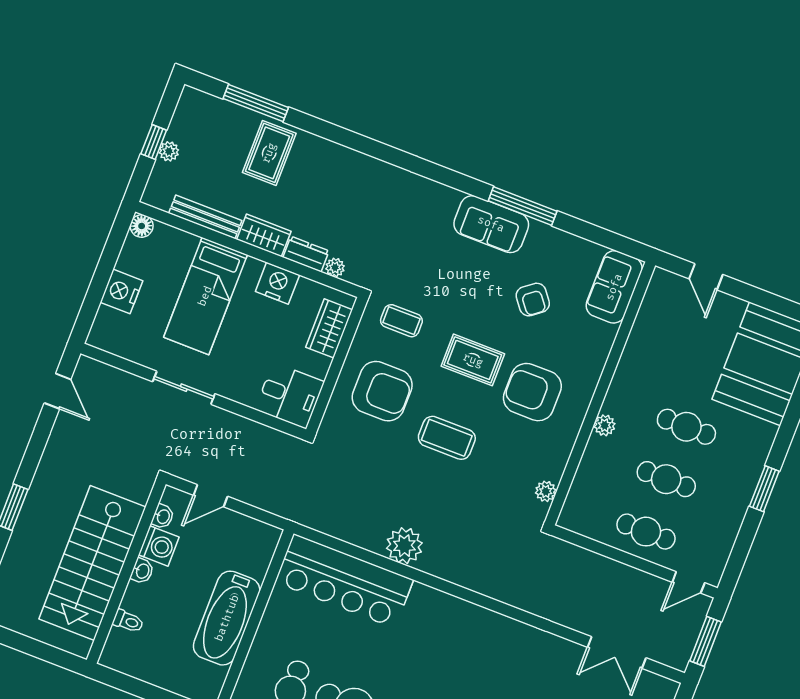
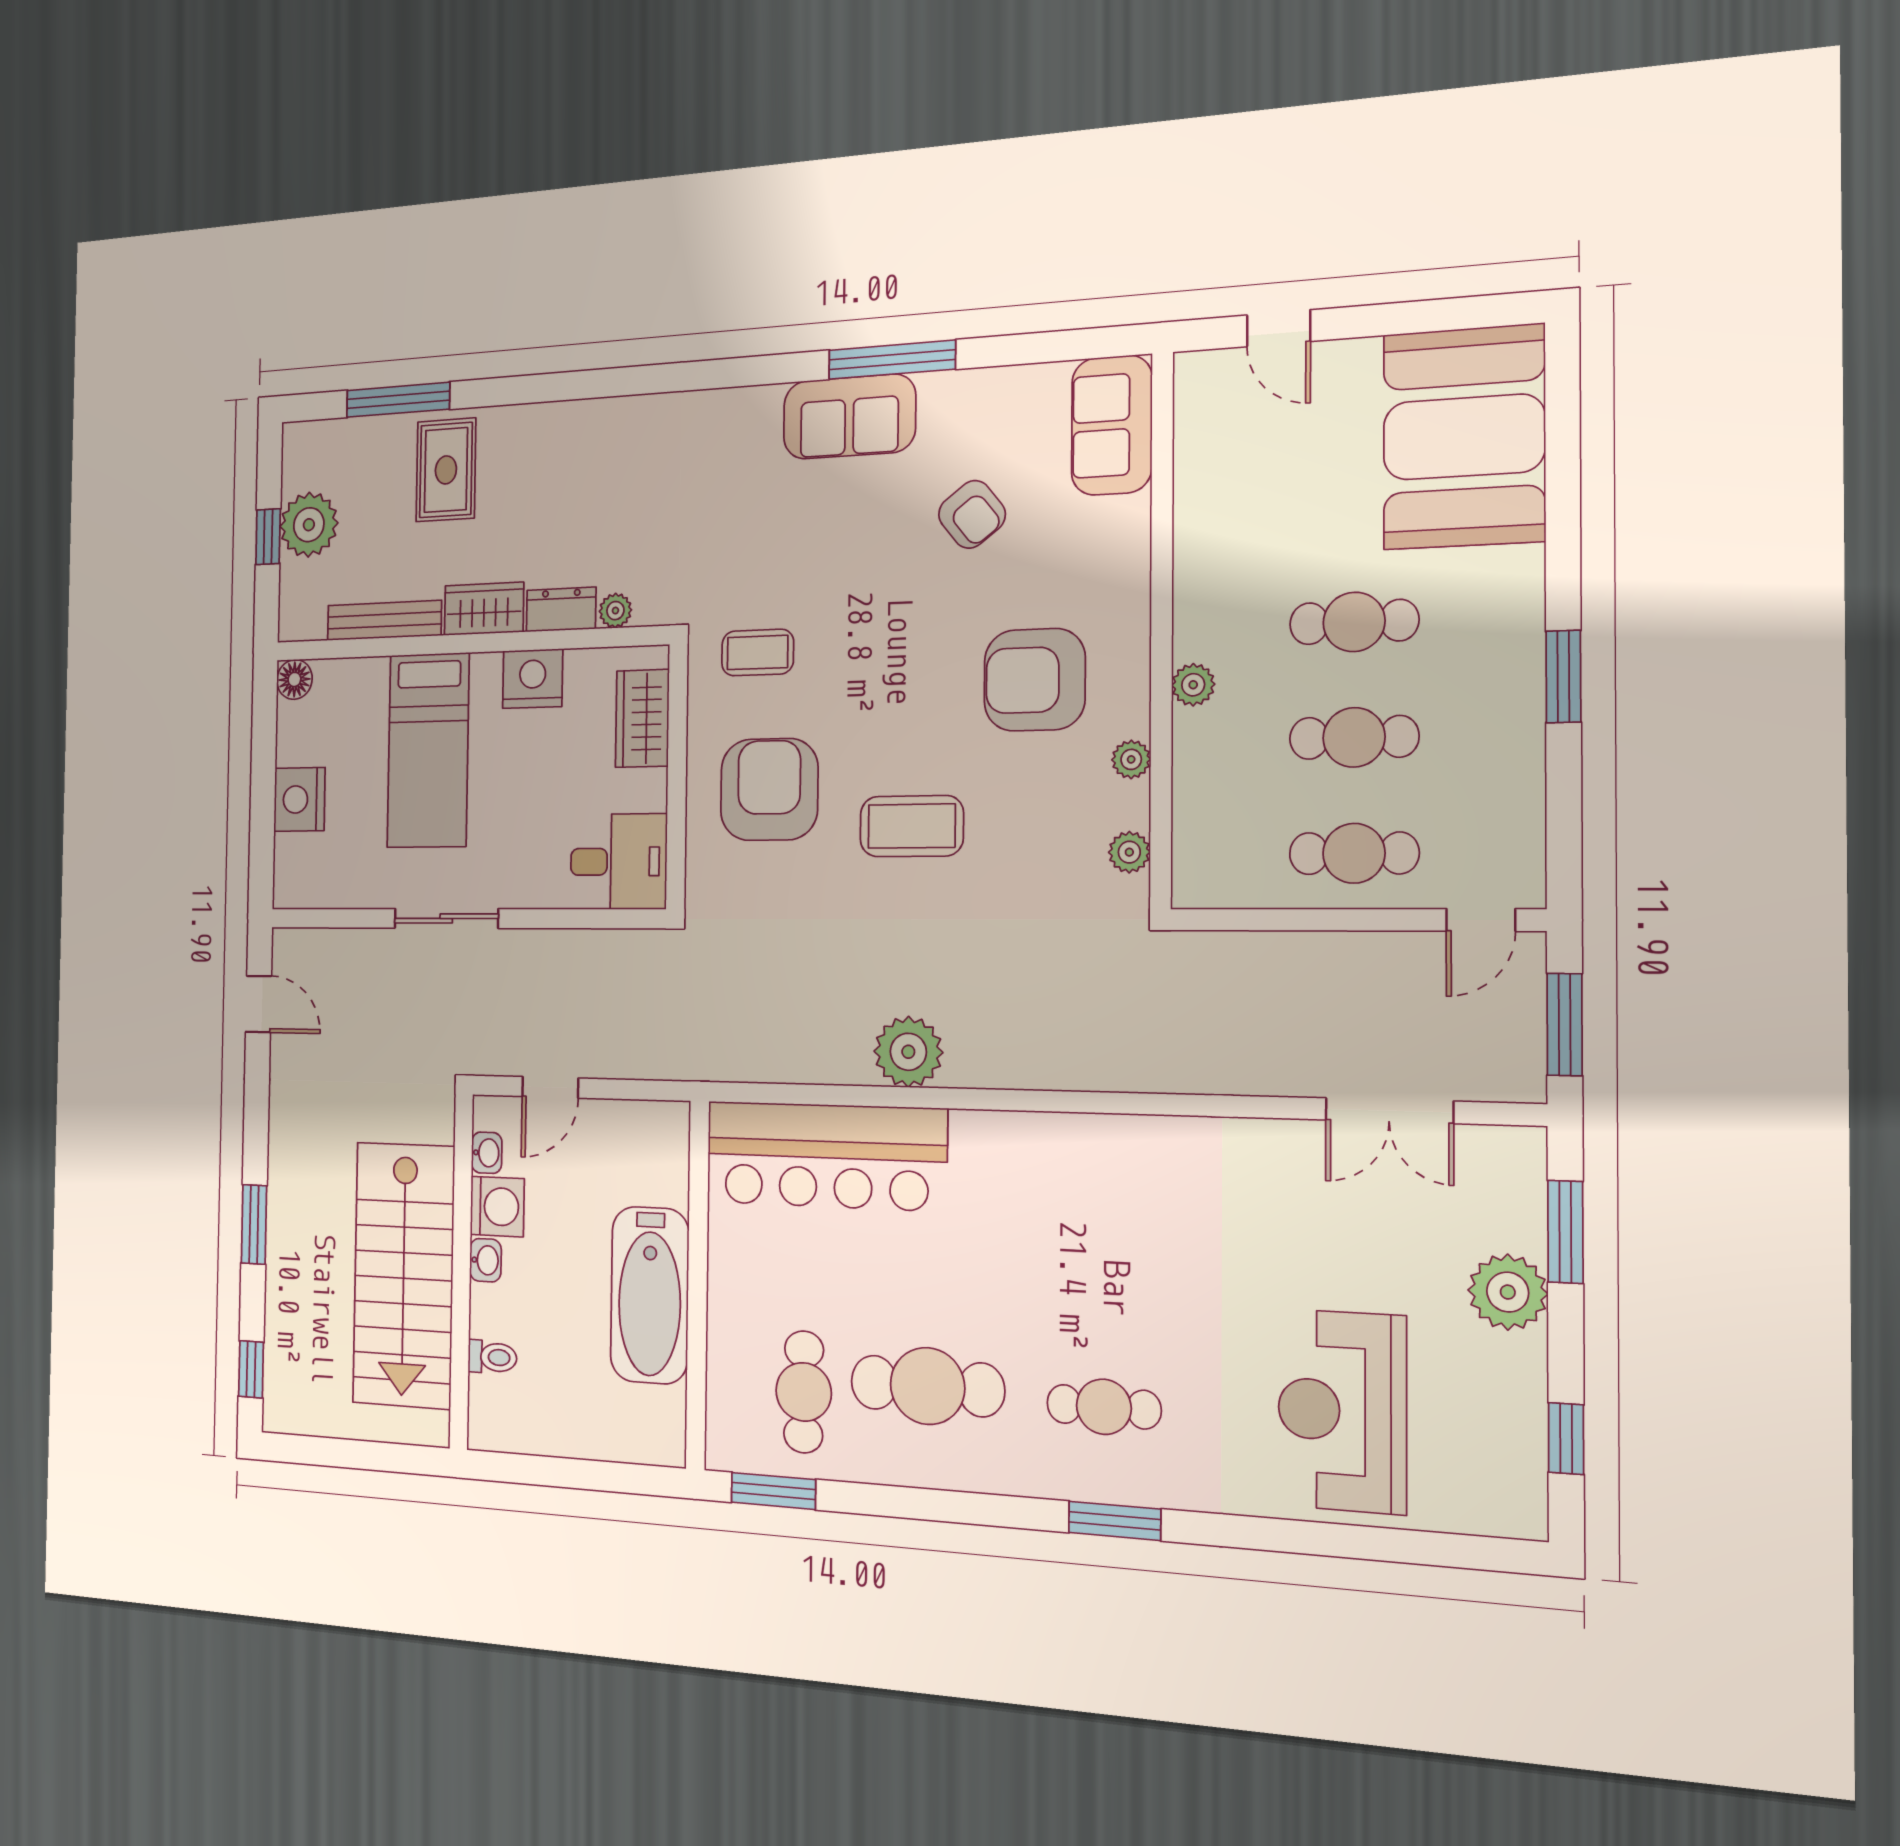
plant: (169, 151) -> (309, 525), width x1.88, depth x1.88
rug: (473, 360) -> (906, 668), removed
armchair: (382, 391) -> (769, 789), turned -90
plant: (563, 448) -> (1131, 759), added

